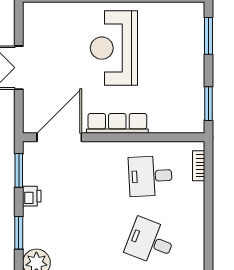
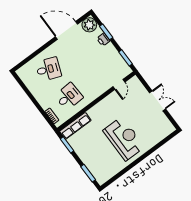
row of seats: (117, 123) -> (75, 126), moved
door: (59, 137) -> (119, 84), width x0.53
printer: (32, 196) -> (103, 40), moved

